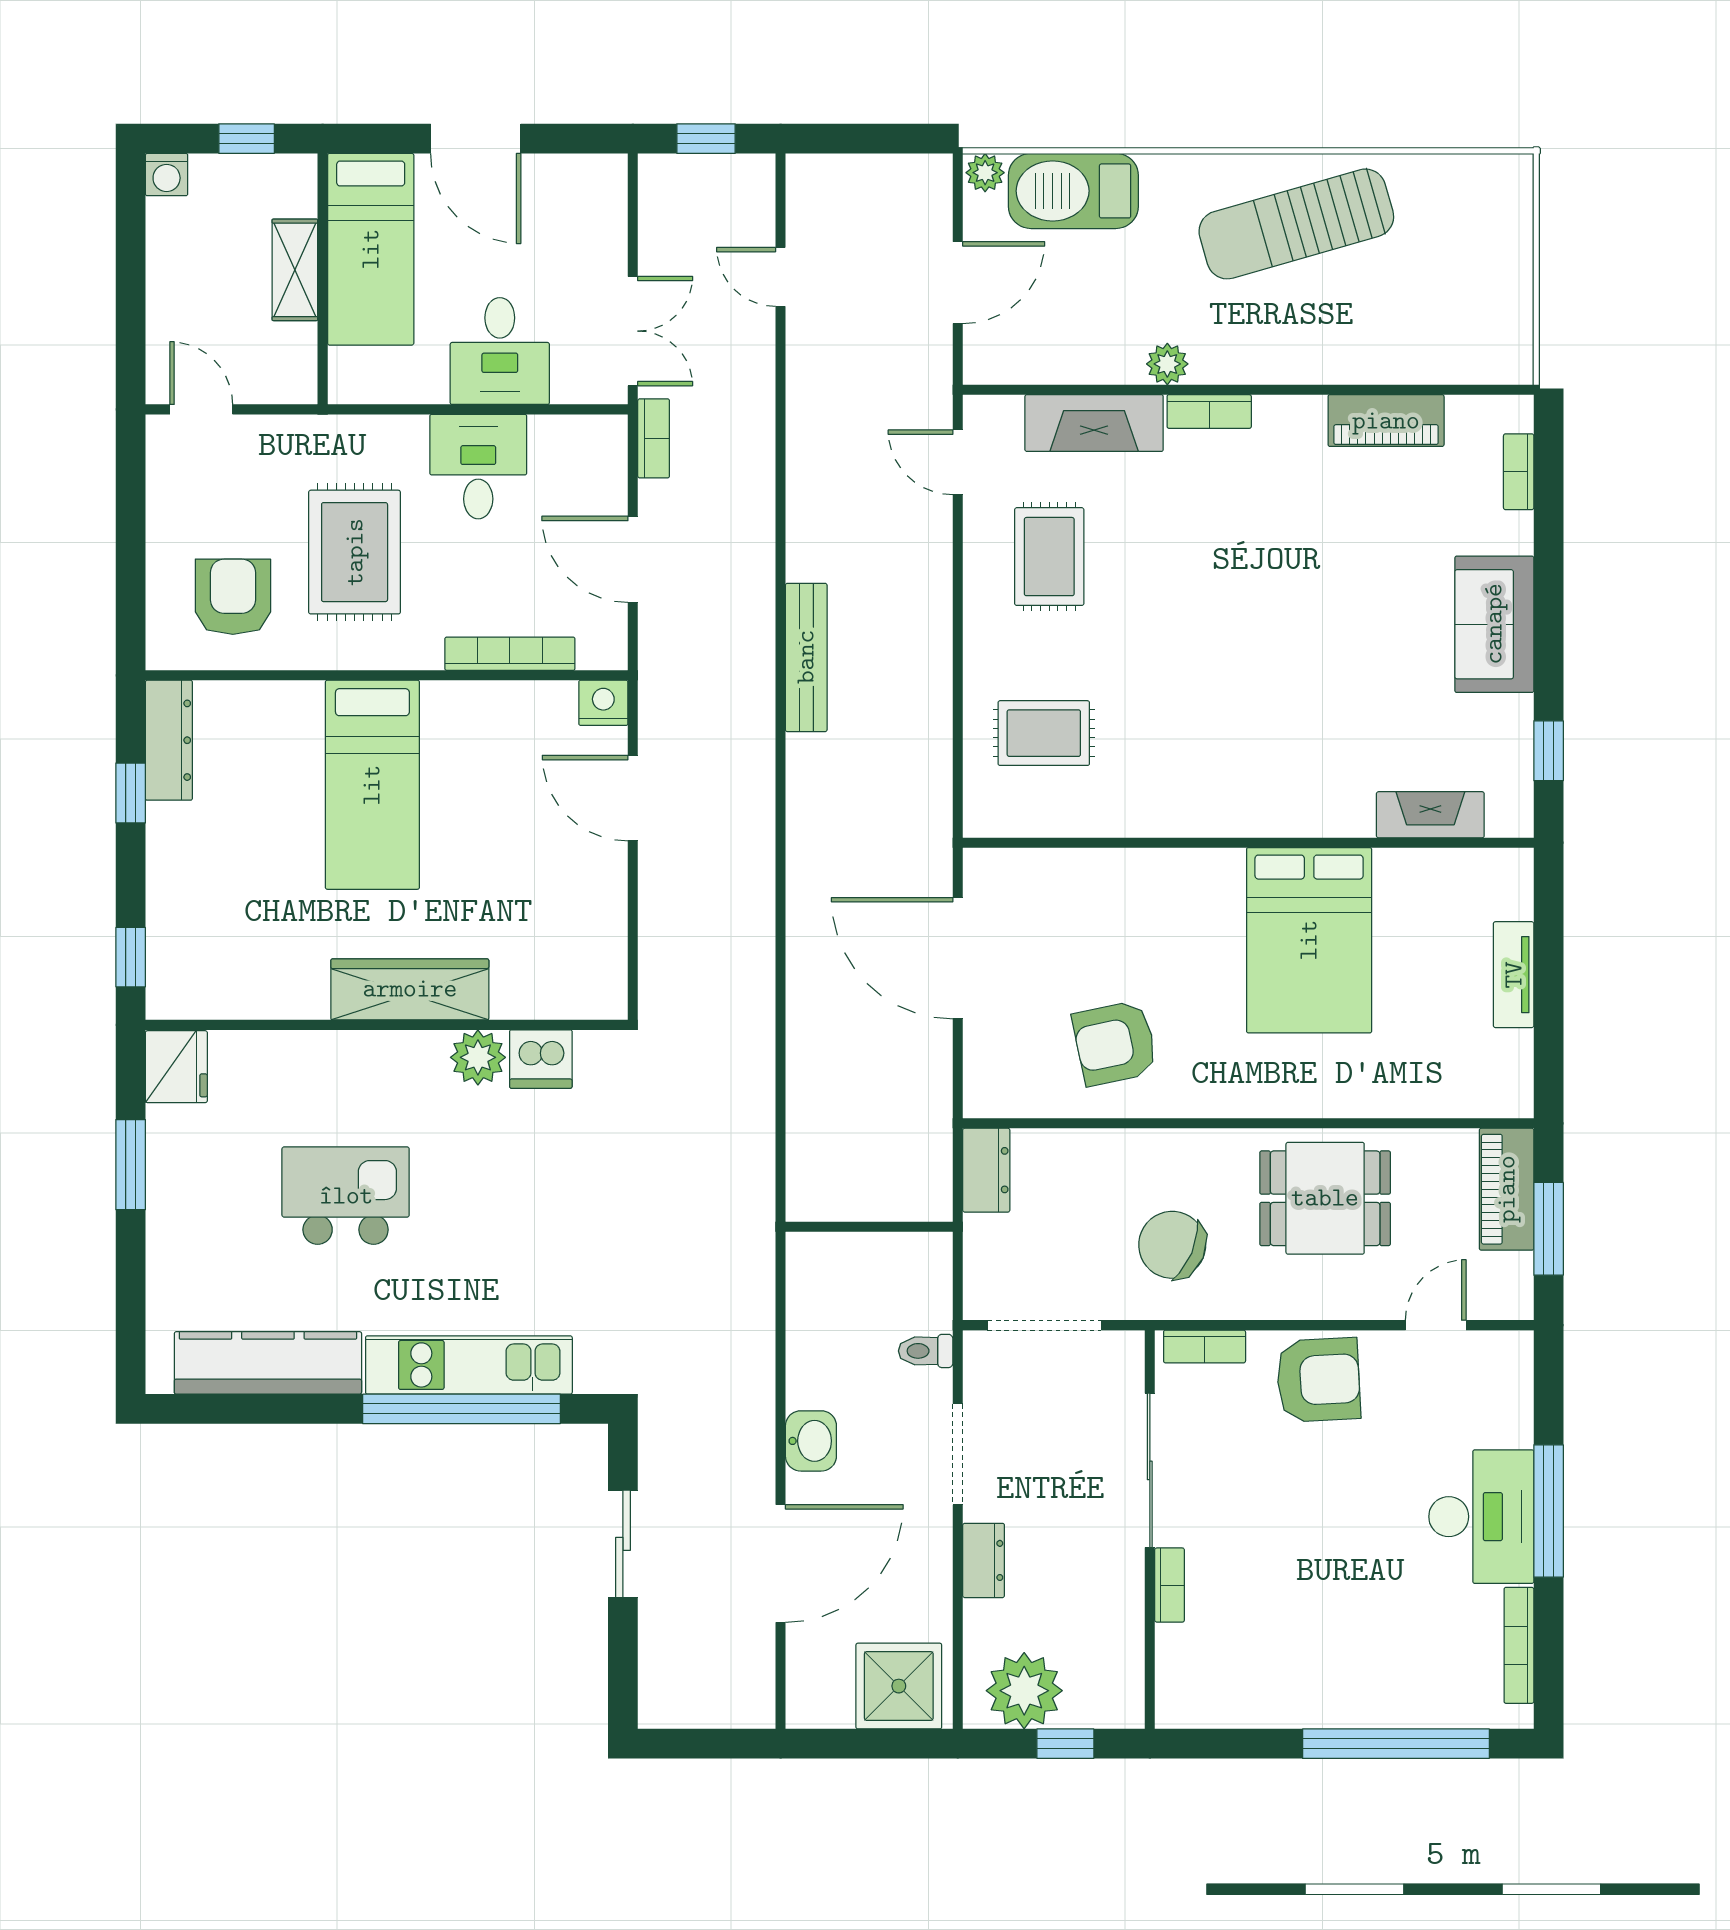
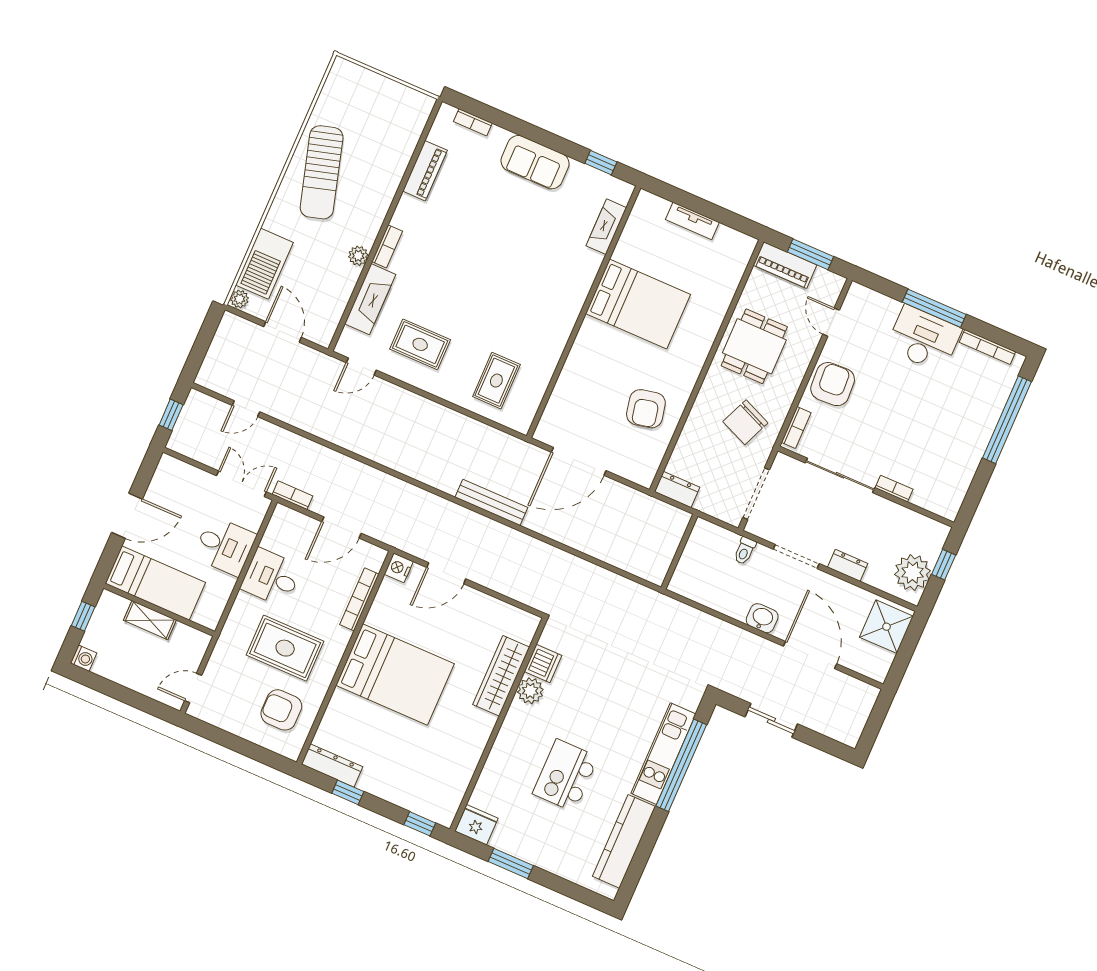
bench: (806, 657) -> (491, 502), moved
bed: (372, 785) -> (395, 675), width x1.50
wardrobe: (410, 989) -> (501, 676), moved

